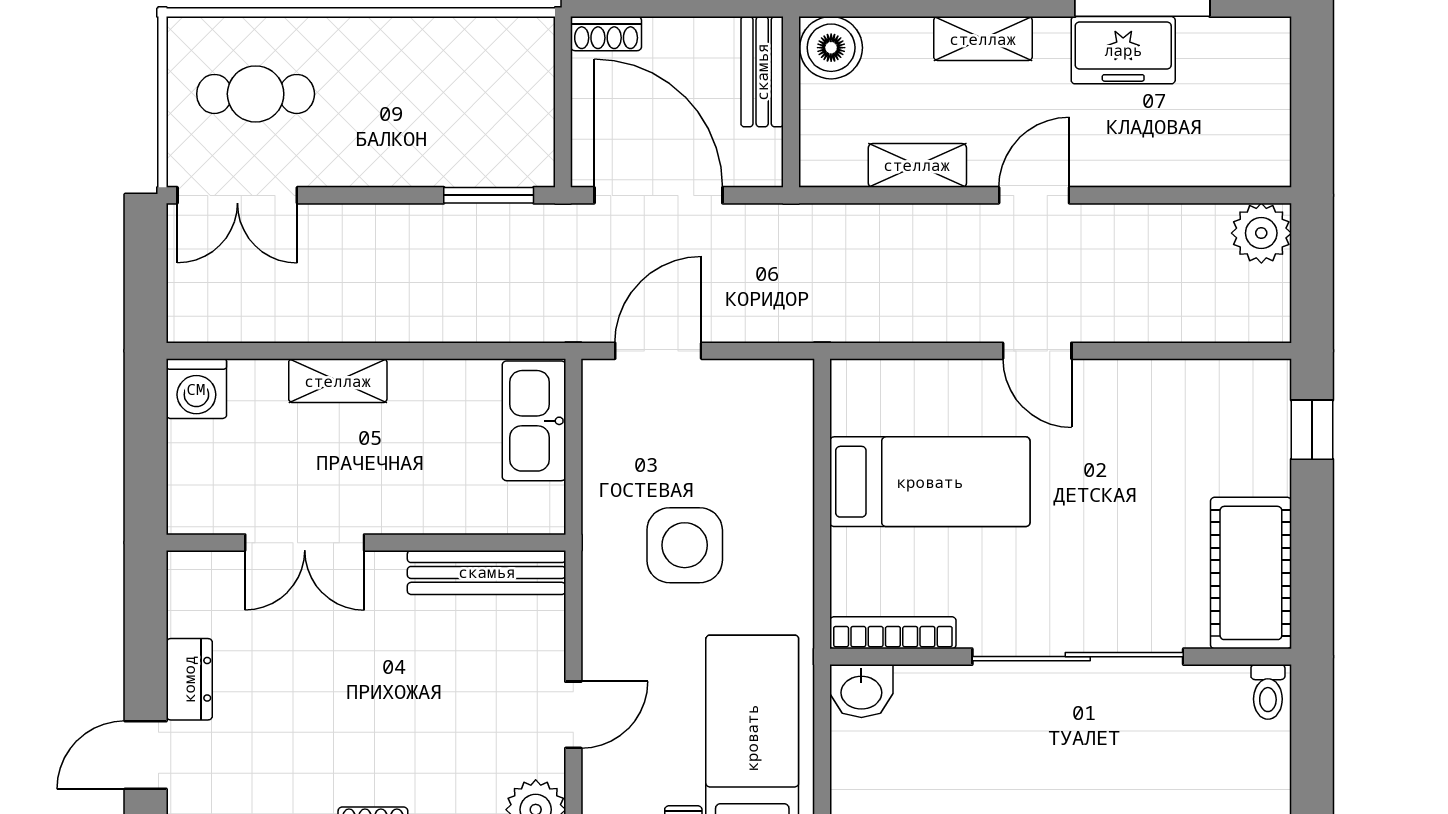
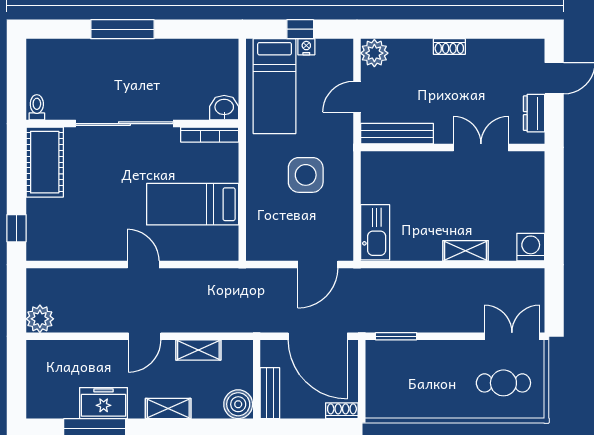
double door: (305, 543) -> (481, 147), moved
wall: (366, 543) -> (453, 147), moved
bench: (487, 572) -> (397, 134), moved

